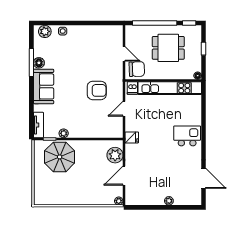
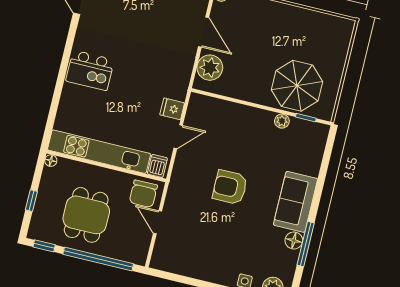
dining table: (168, 48) -> (86, 215), turned 90
chair: (137, 69) -> (143, 194), turned -88
armchair: (97, 90) -> (230, 187), moved
tv unit: (38, 125) -> (318, 144), removed
fridge: (132, 137) -> (172, 109), moved
door: (124, 176) -> (204, 32), hinge flipped

